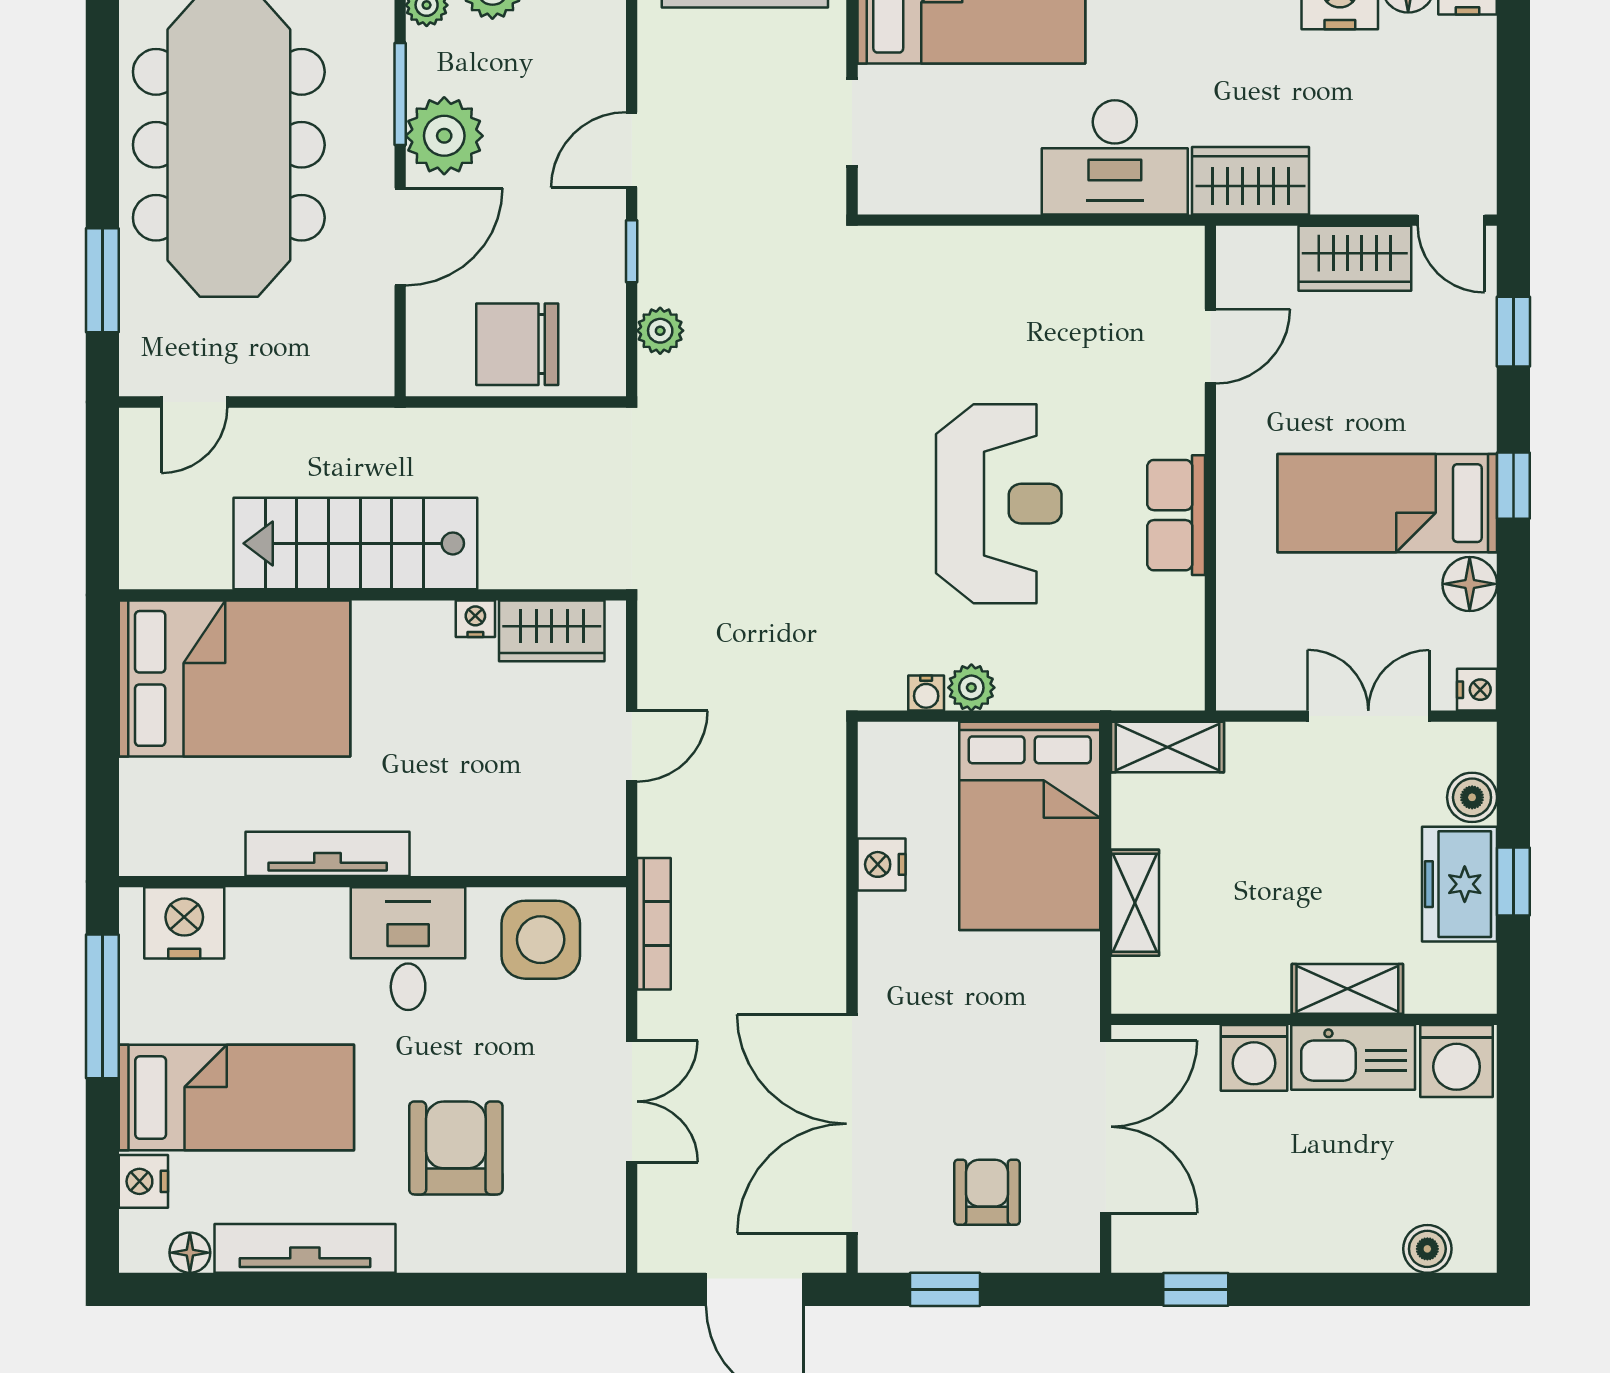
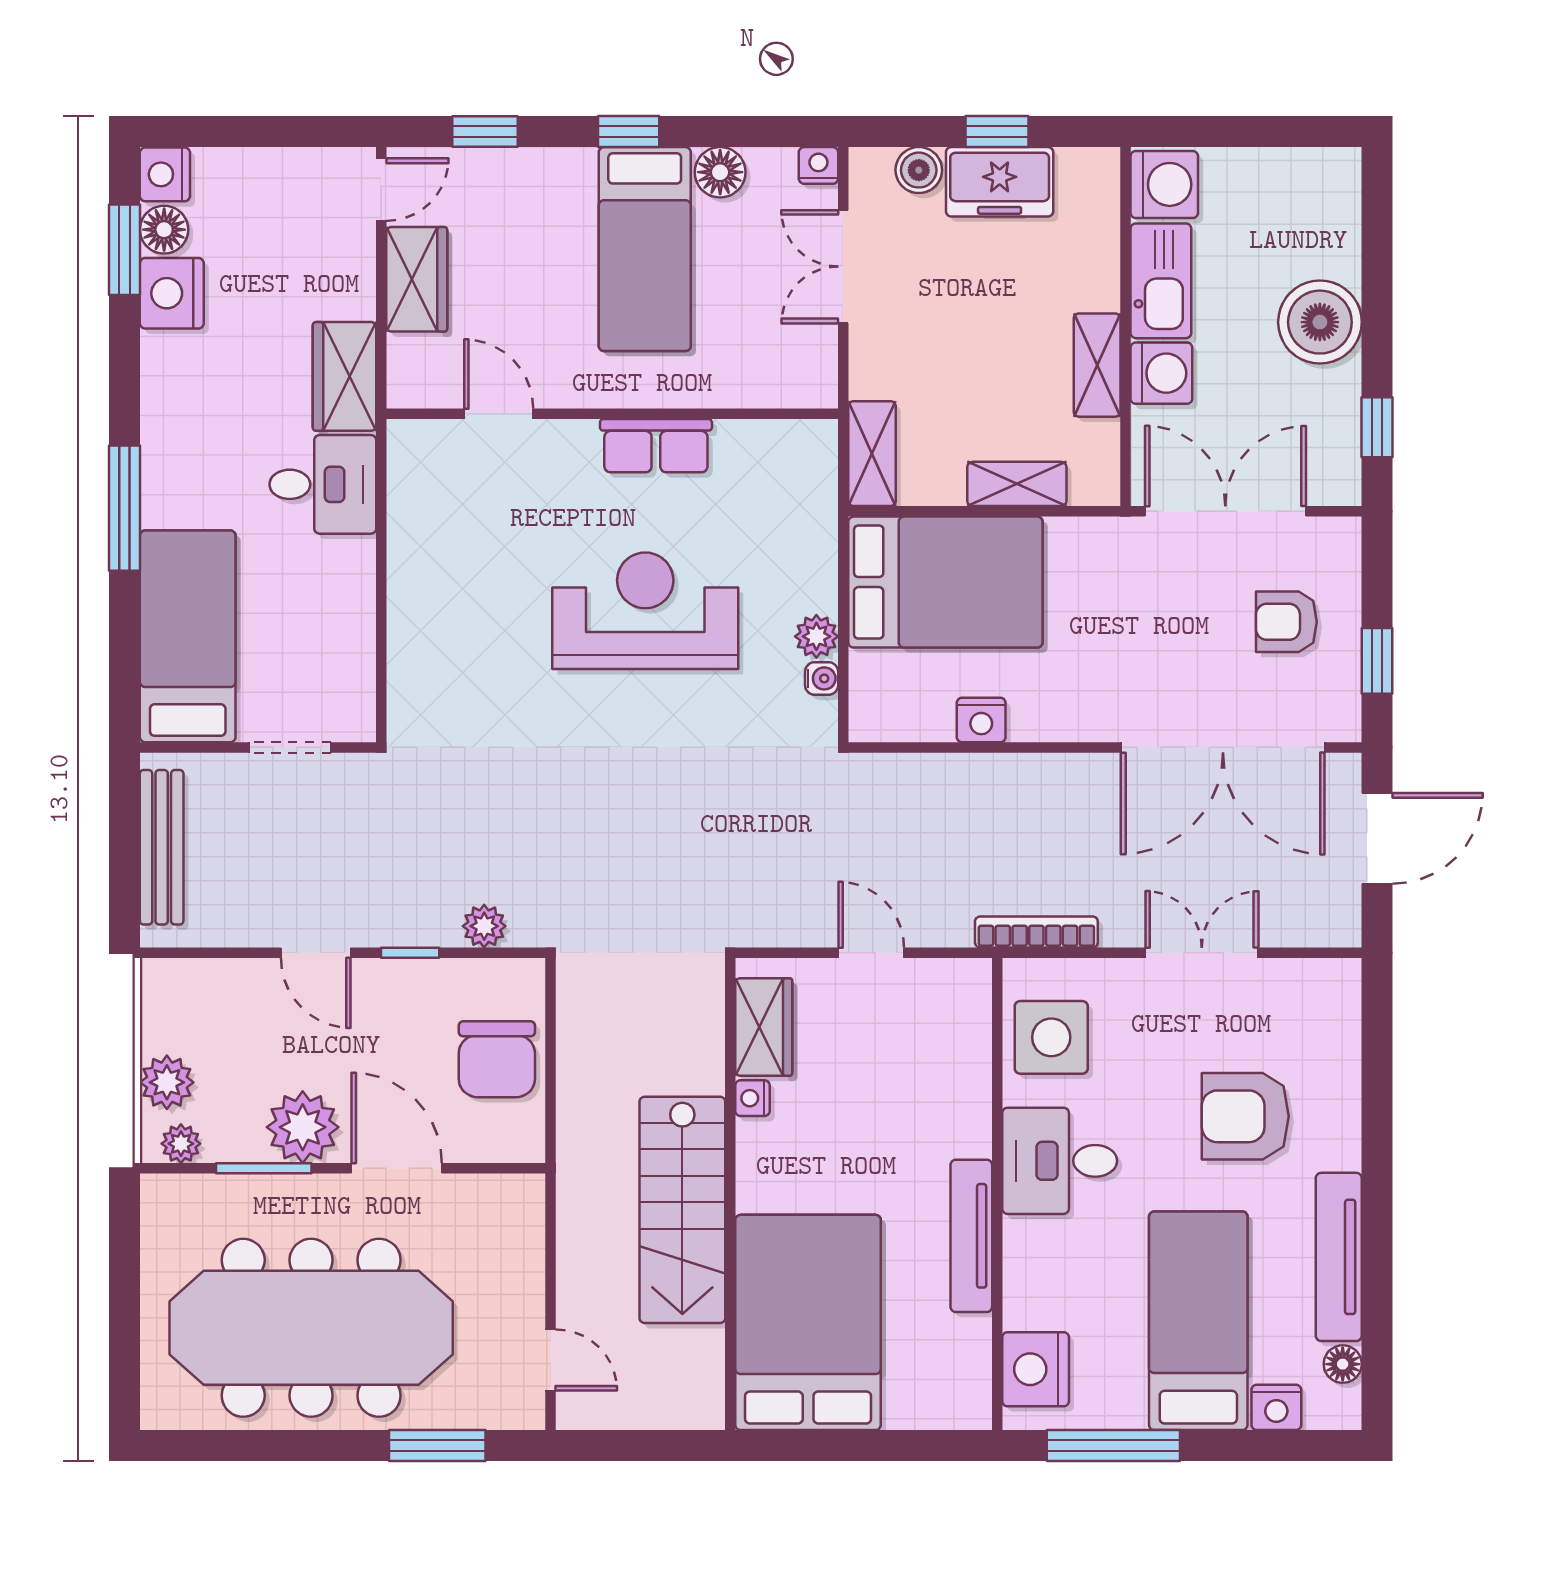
desk: (1115, 157) -> (323, 484), width x0.73
shelving: (1347, 989) -> (1097, 365), moved
boiler: (1427, 1249) -> (1320, 322), moved, width x1.86, depth x1.86

